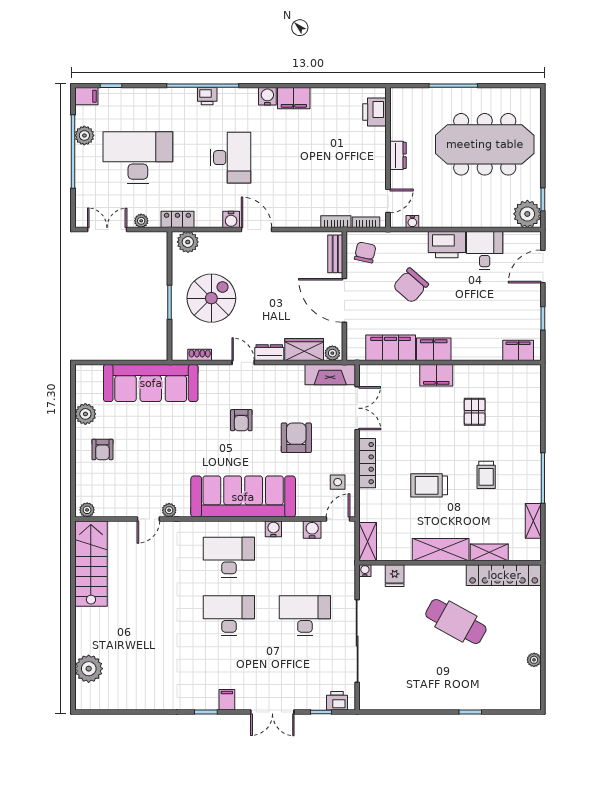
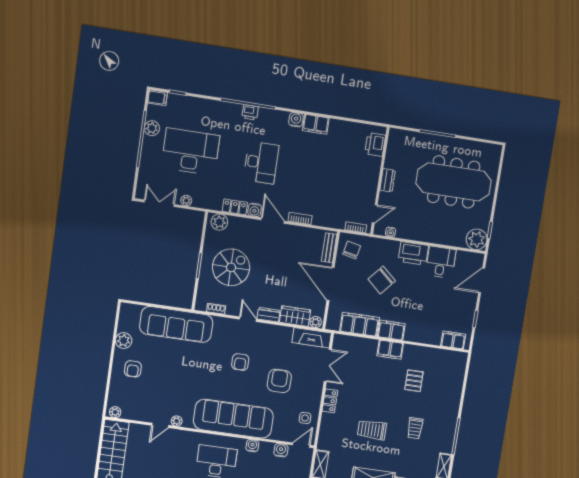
locker: (177, 219) -> (235, 207), moved
bookcase: (336, 222) -> (300, 219), moved
locker: (367, 463) -> (330, 401), width x0.66

